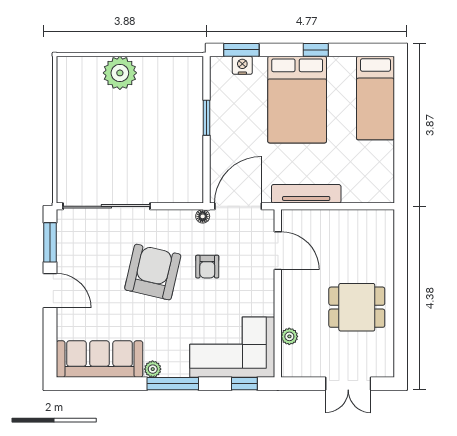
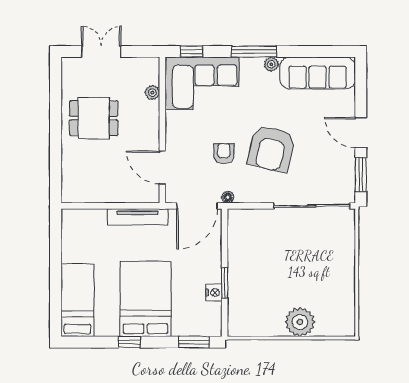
nightstand: (242, 65) -> (214, 292), moved, turned -90

